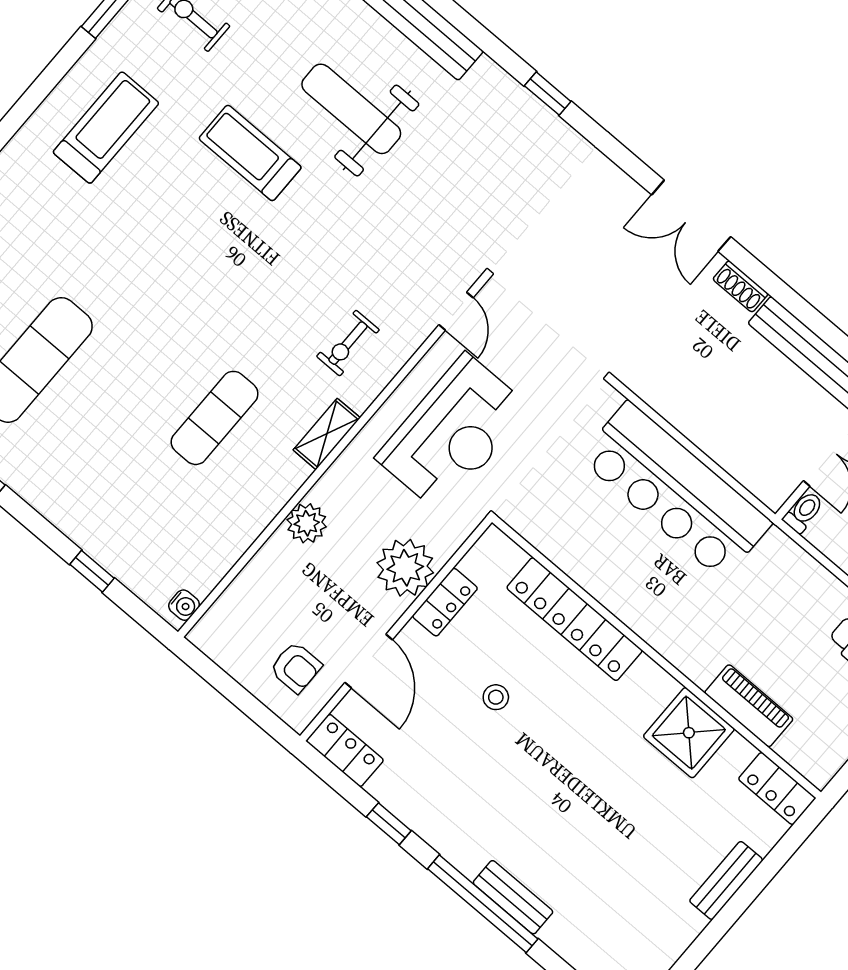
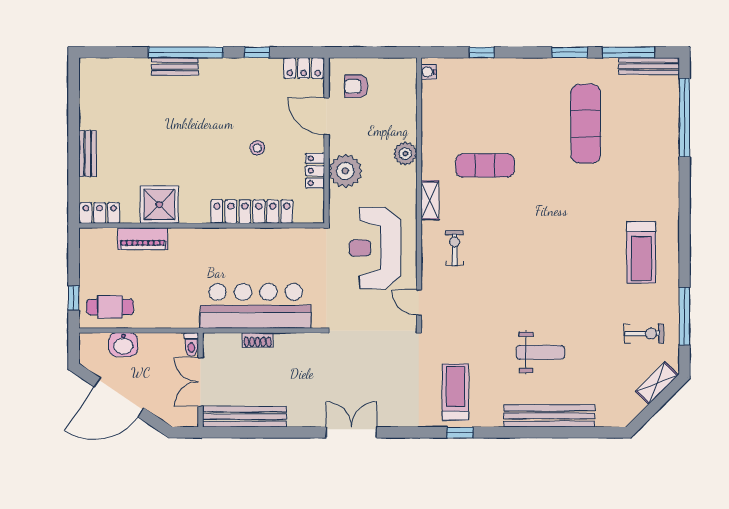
weight bench: (351, 109) -> (541, 352), width x0.73, depth x0.75
treadmill: (250, 153) -> (455, 392), moved, turned -90
shoe rack: (741, 286) -> (258, 340), moved, turned 180
exercise mat: (215, 418) -> (485, 165), turned 90

